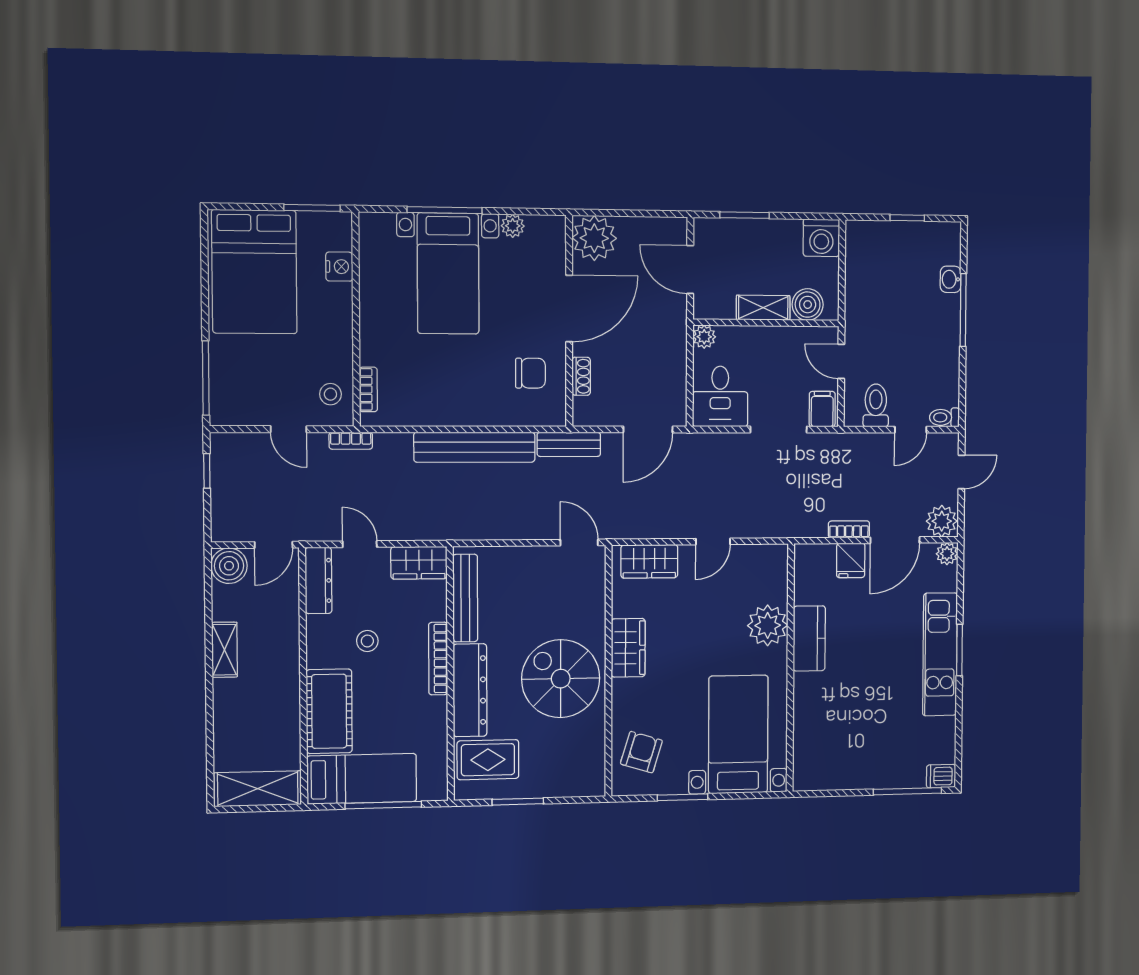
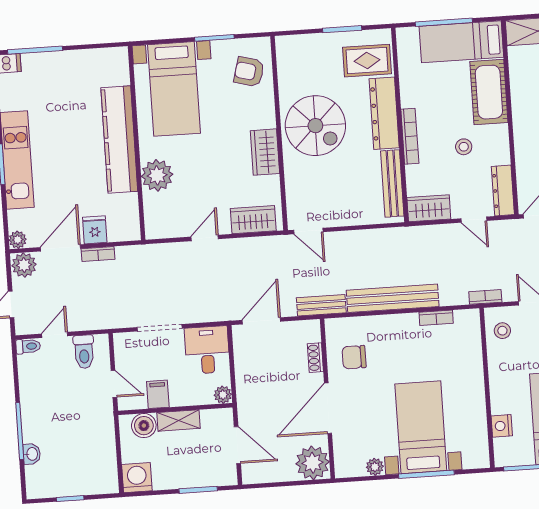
bookcase: (368, 389) -> (436, 318), moved, turned -90
filing cabinet: (822, 409) -> (158, 394), moved, turned 180
kitchen counter: (809, 638) -> (119, 140), width x2.08, depth x1.17
armchair: (641, 752) -> (249, 72), turned 88

